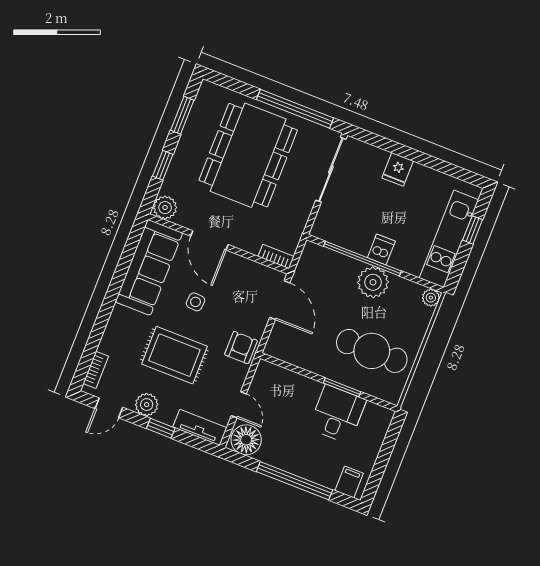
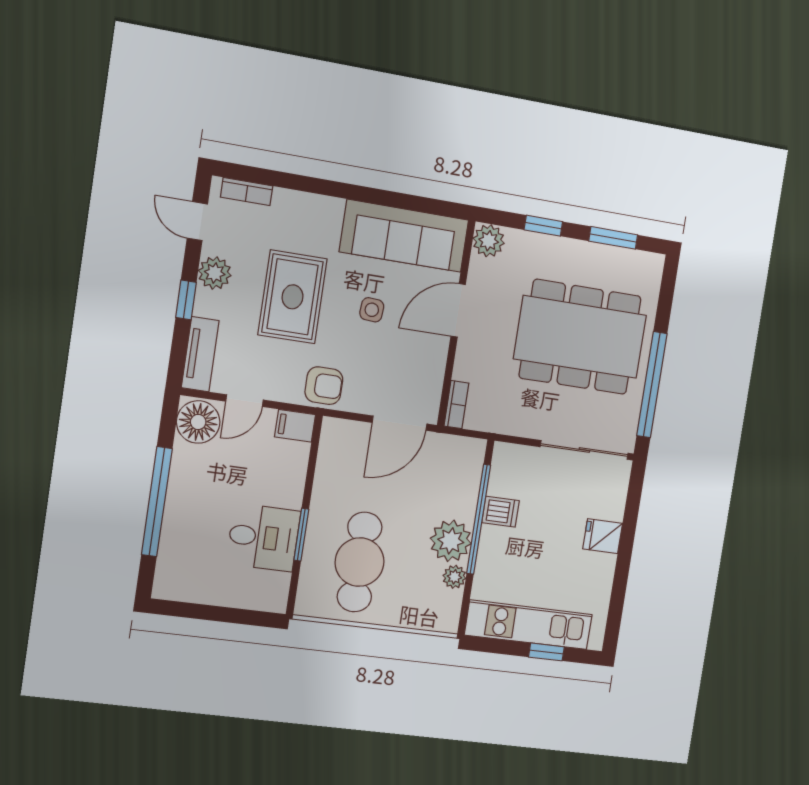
dishwasher: (381, 249) -> (500, 512), moved
plant: (431, 298) -> (454, 577), moved
filing cabinet: (349, 482) -> (295, 426), moved, turned 180

